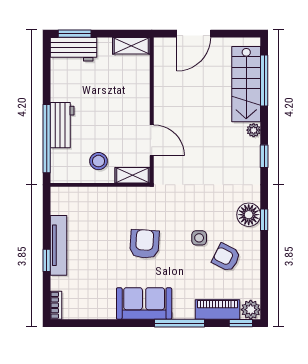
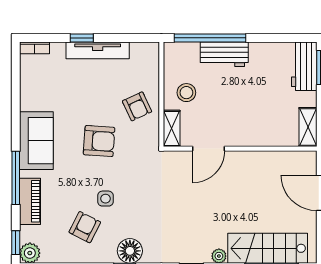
armchair: (112, 208) -> (137, 106), added
piano: (217, 310) -> (30, 201), moved

